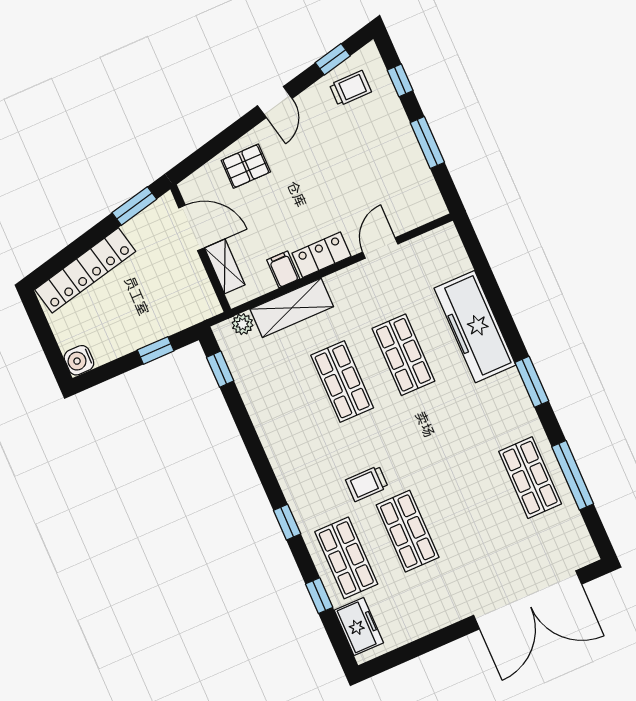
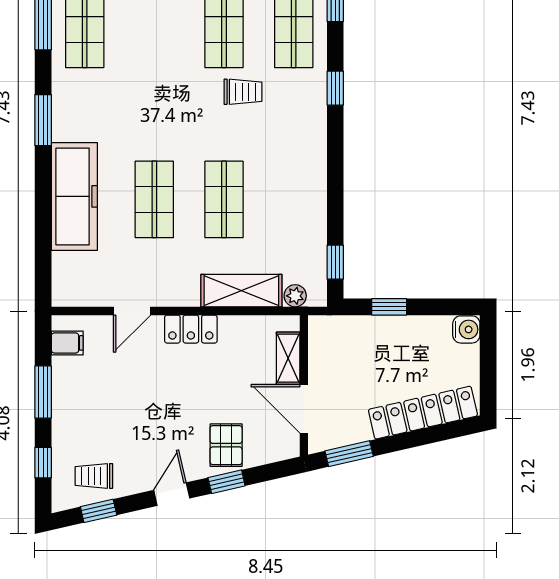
window: (231, 134) -> (227, 482), added
pallet: (246, 166) -> (226, 445), turned 90
filing cabinet: (283, 269) -> (67, 343), moved, turned -90

